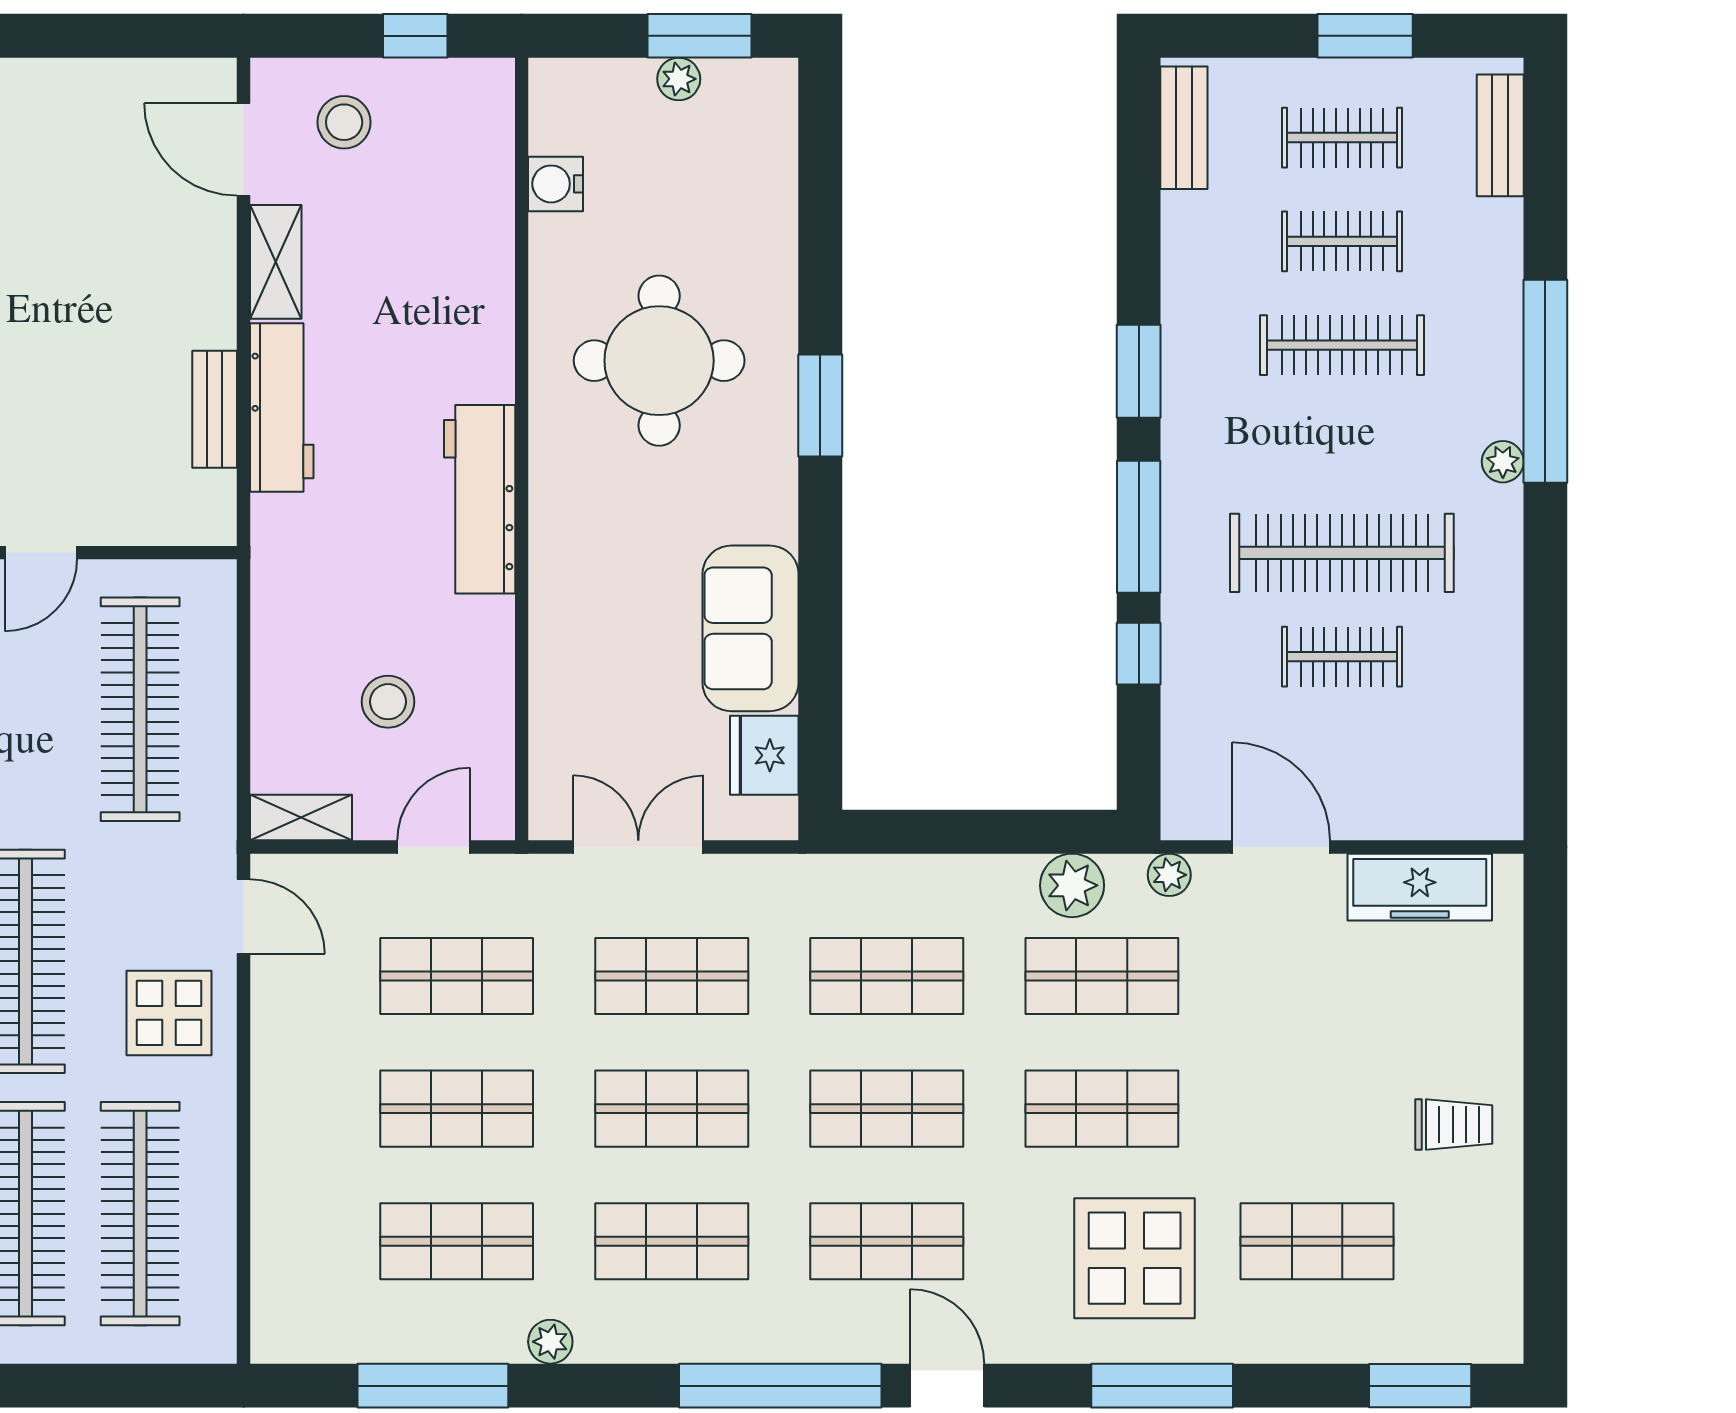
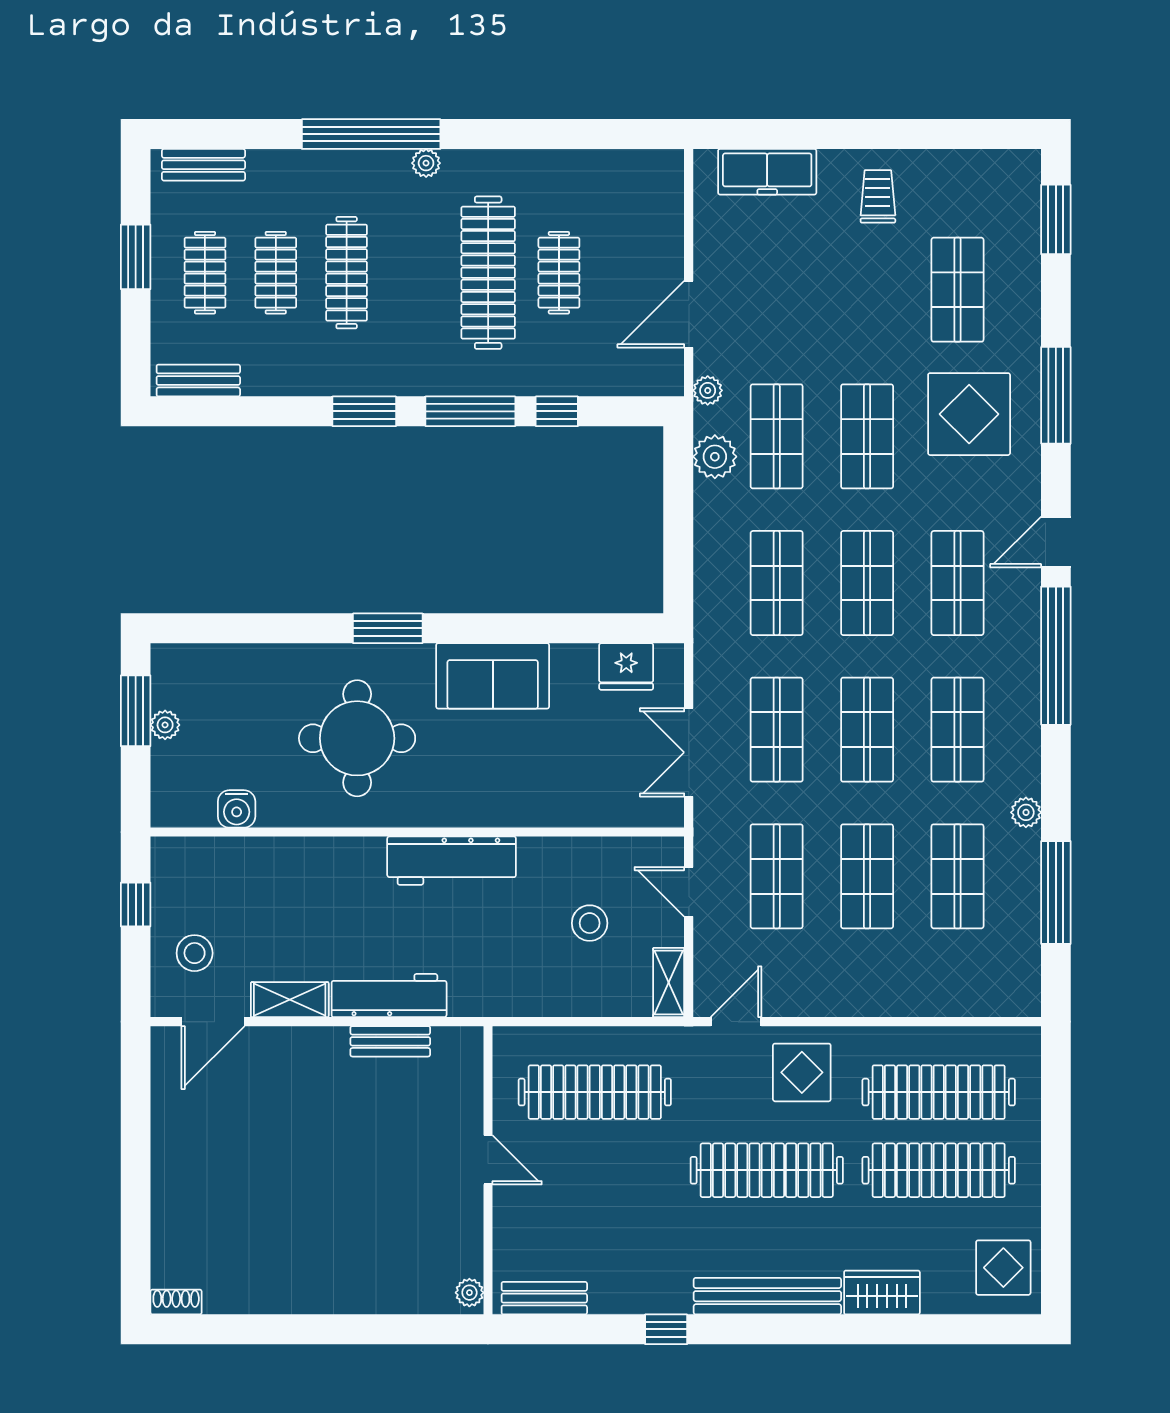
sofa: (751, 628) -> (493, 676), moved
freezer: (1420, 887) -> (767, 172), moved, turned 90

